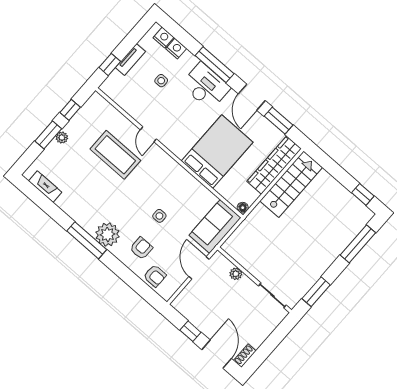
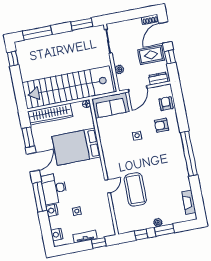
nightstand: (176, 49) -> (52, 210), moved
stairs: (291, 184) -> (68, 87), width x1.86, depth x1.51
plant: (108, 234) -> (174, 148), removed
window: (87, 240) -> (189, 154), width x1.46
dresser: (185, 297) -> (158, 79), added
rug: (213, 317) -> (151, 55), added

